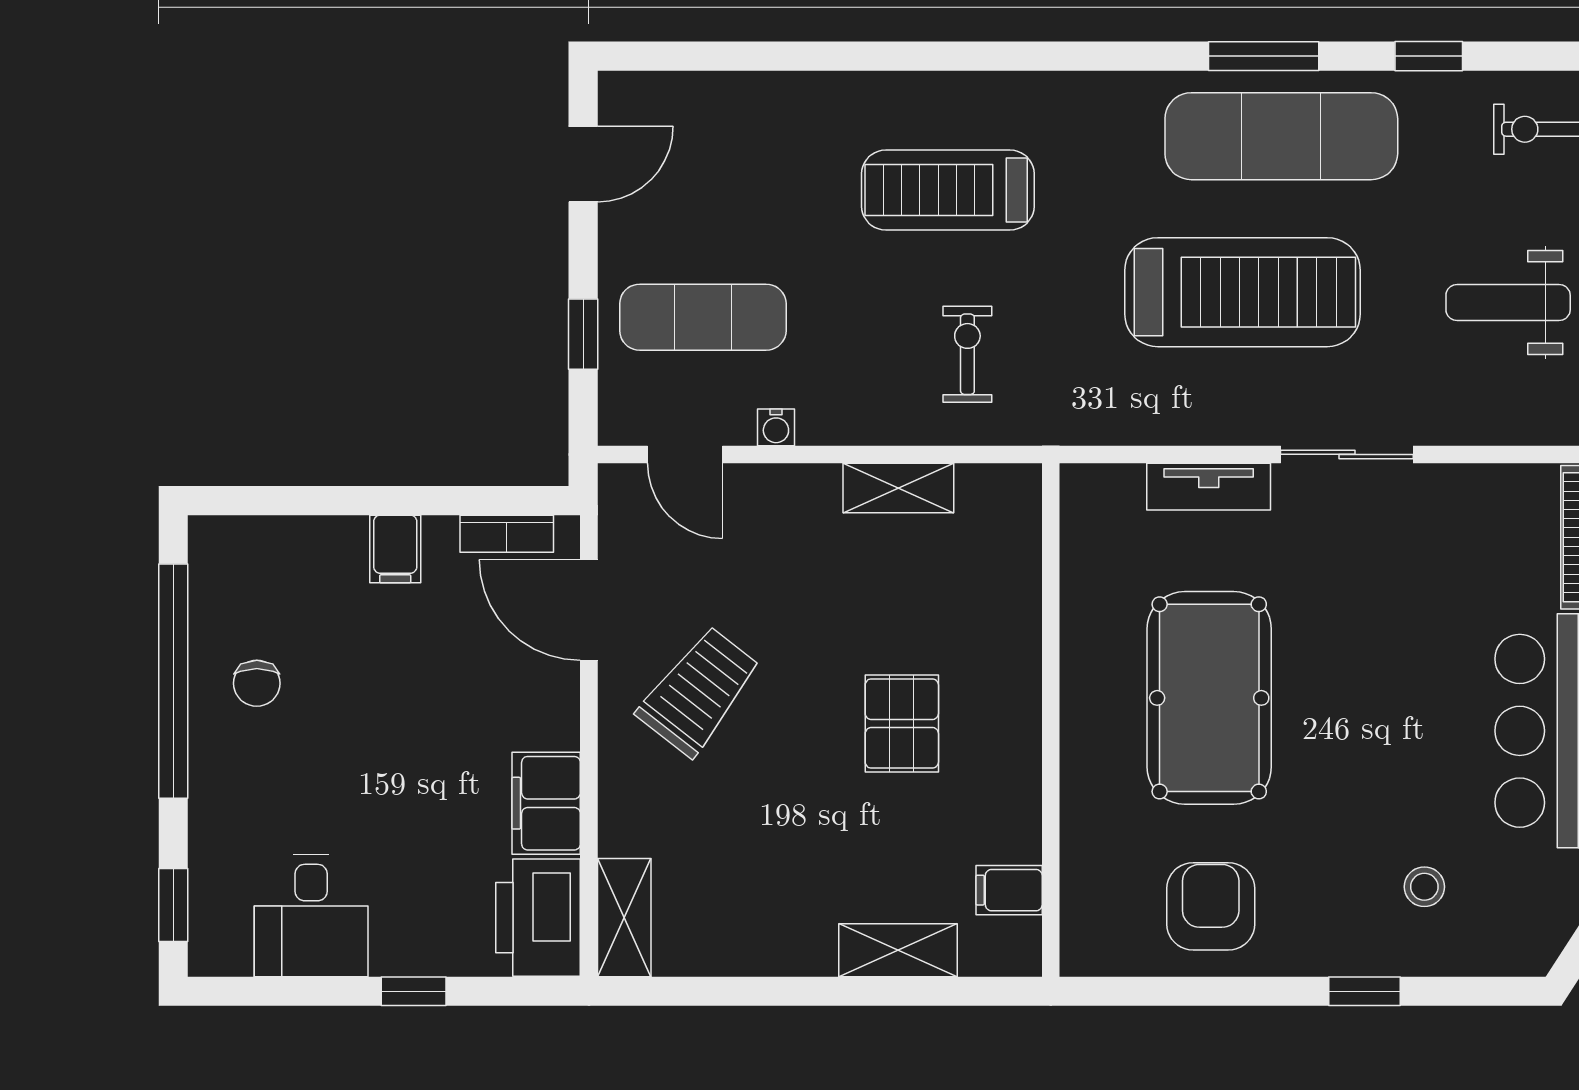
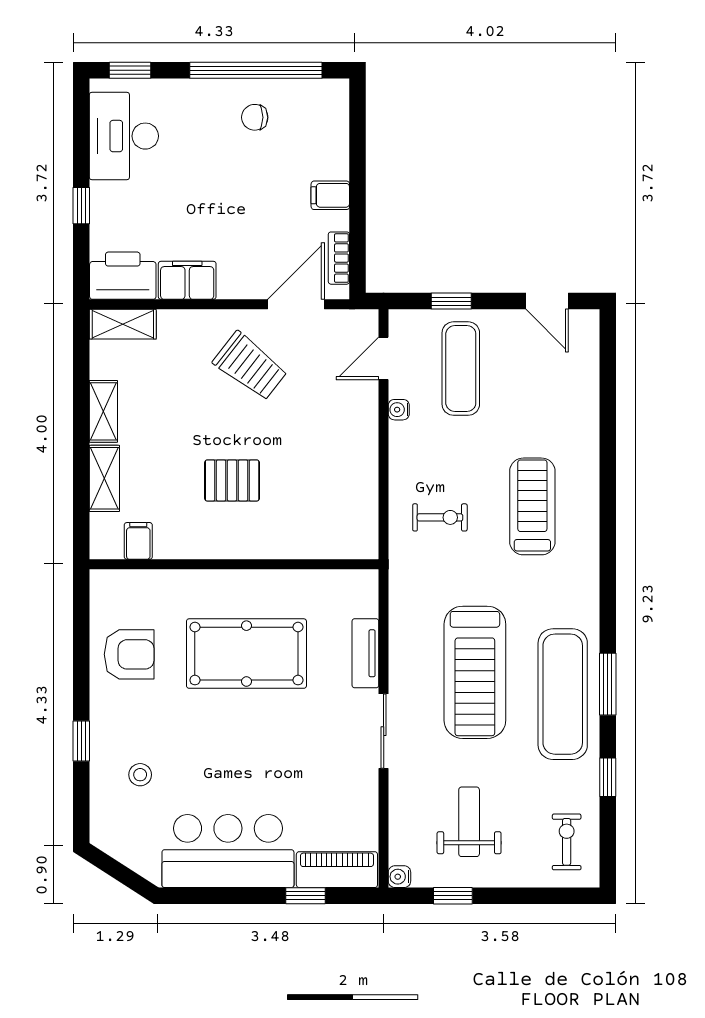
shelving: (898, 488) -> (103, 411), moved
desk: (311, 916) -> (124, 136), width x1.37

